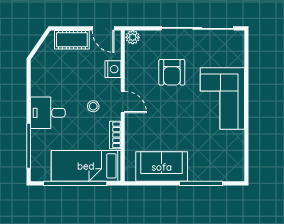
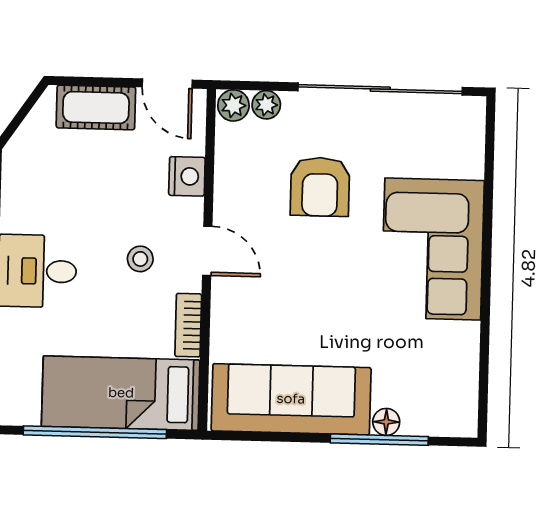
plant: (147, 37) -> (266, 105), added
sofa: (162, 167) -> (291, 399), width x1.36
floor lamp: (204, 175) -> (386, 422), added

